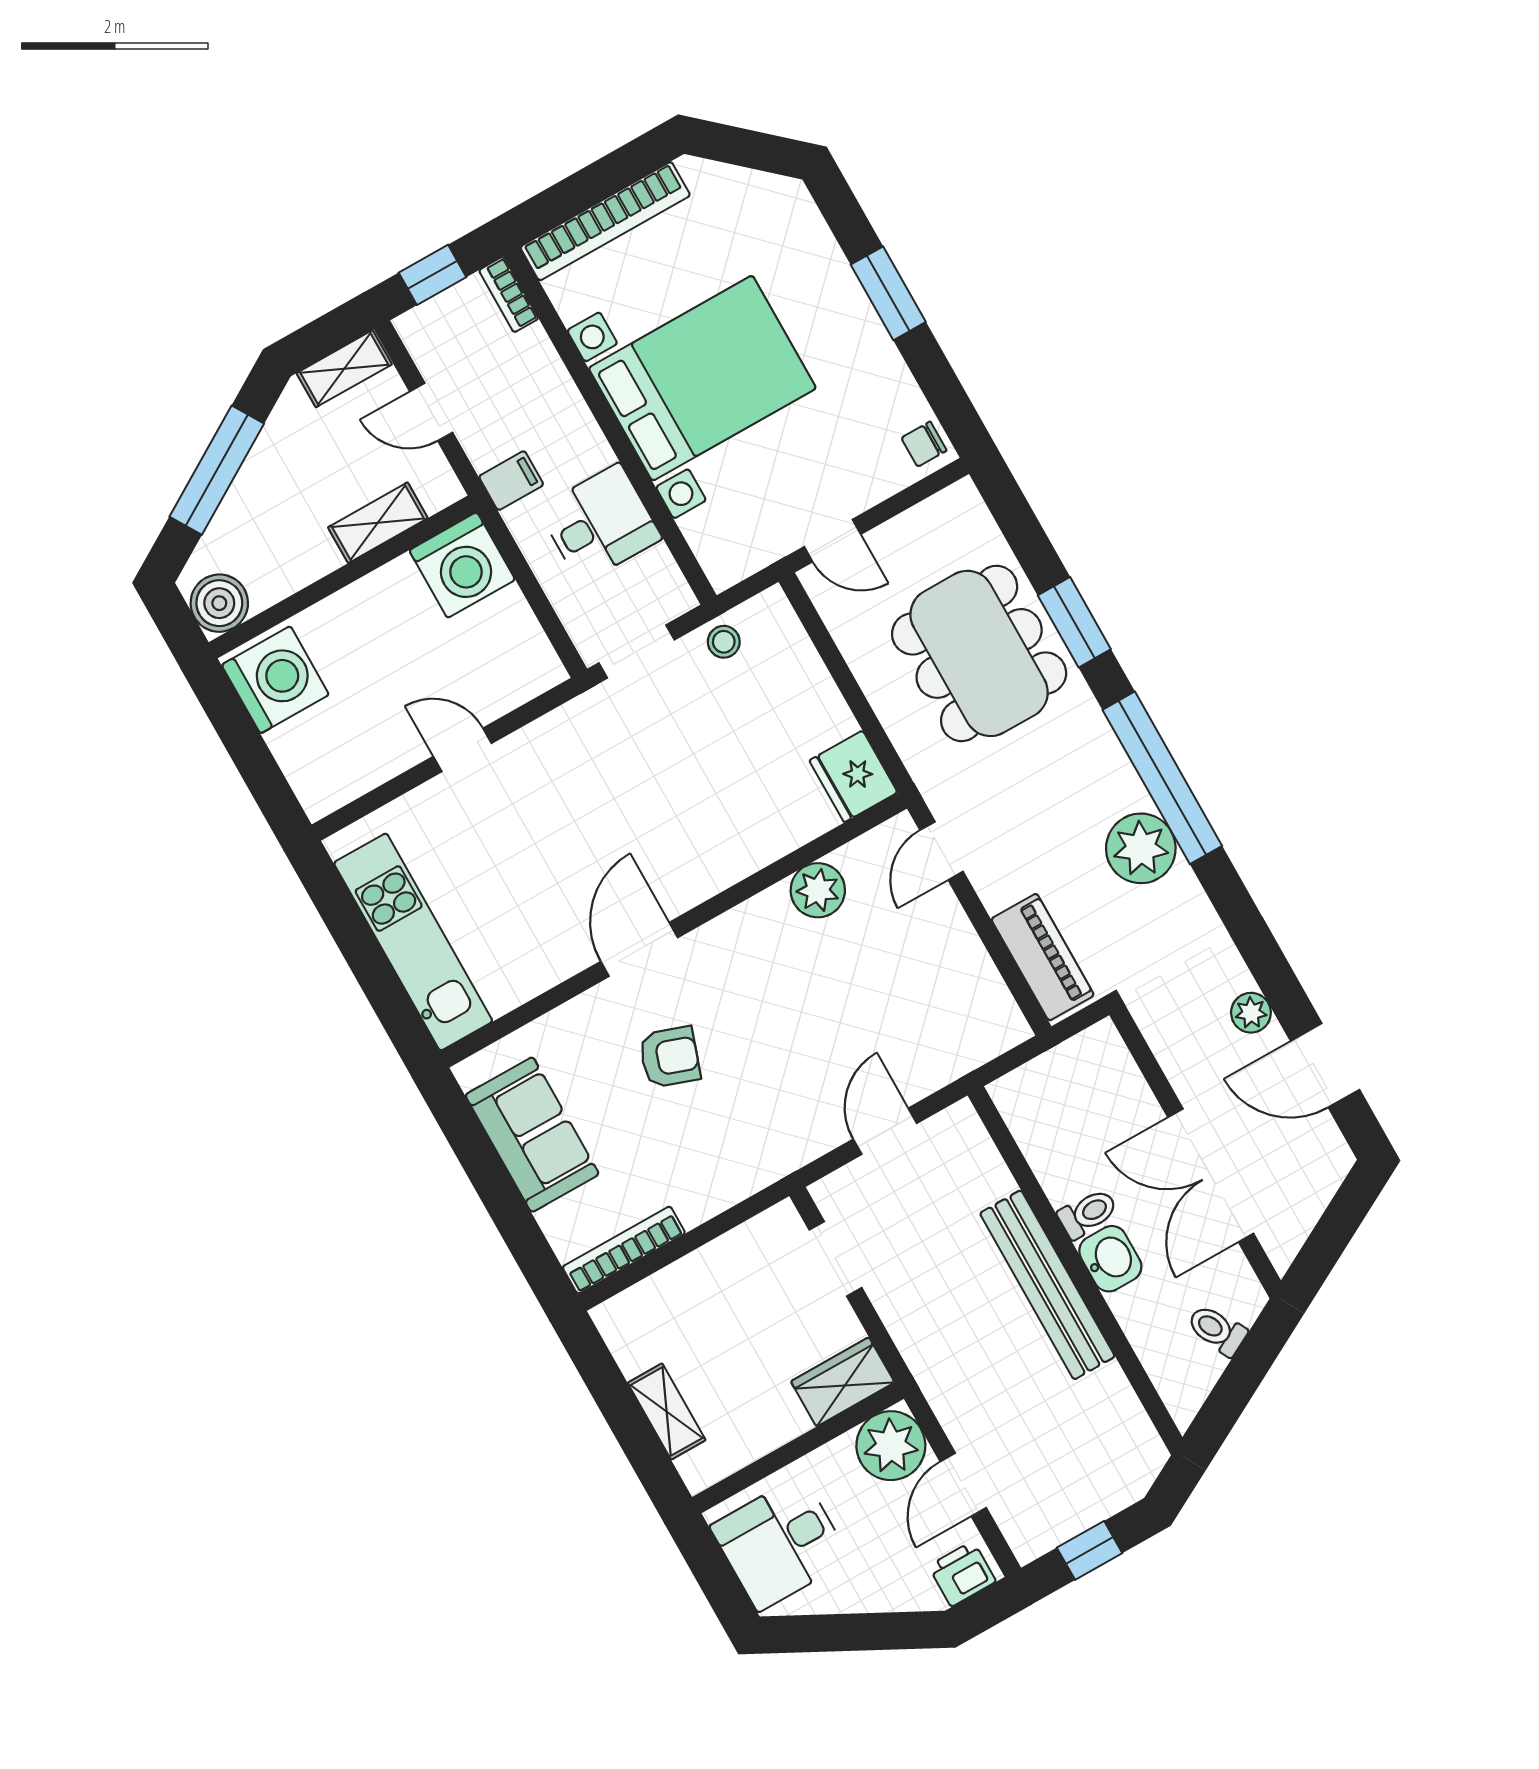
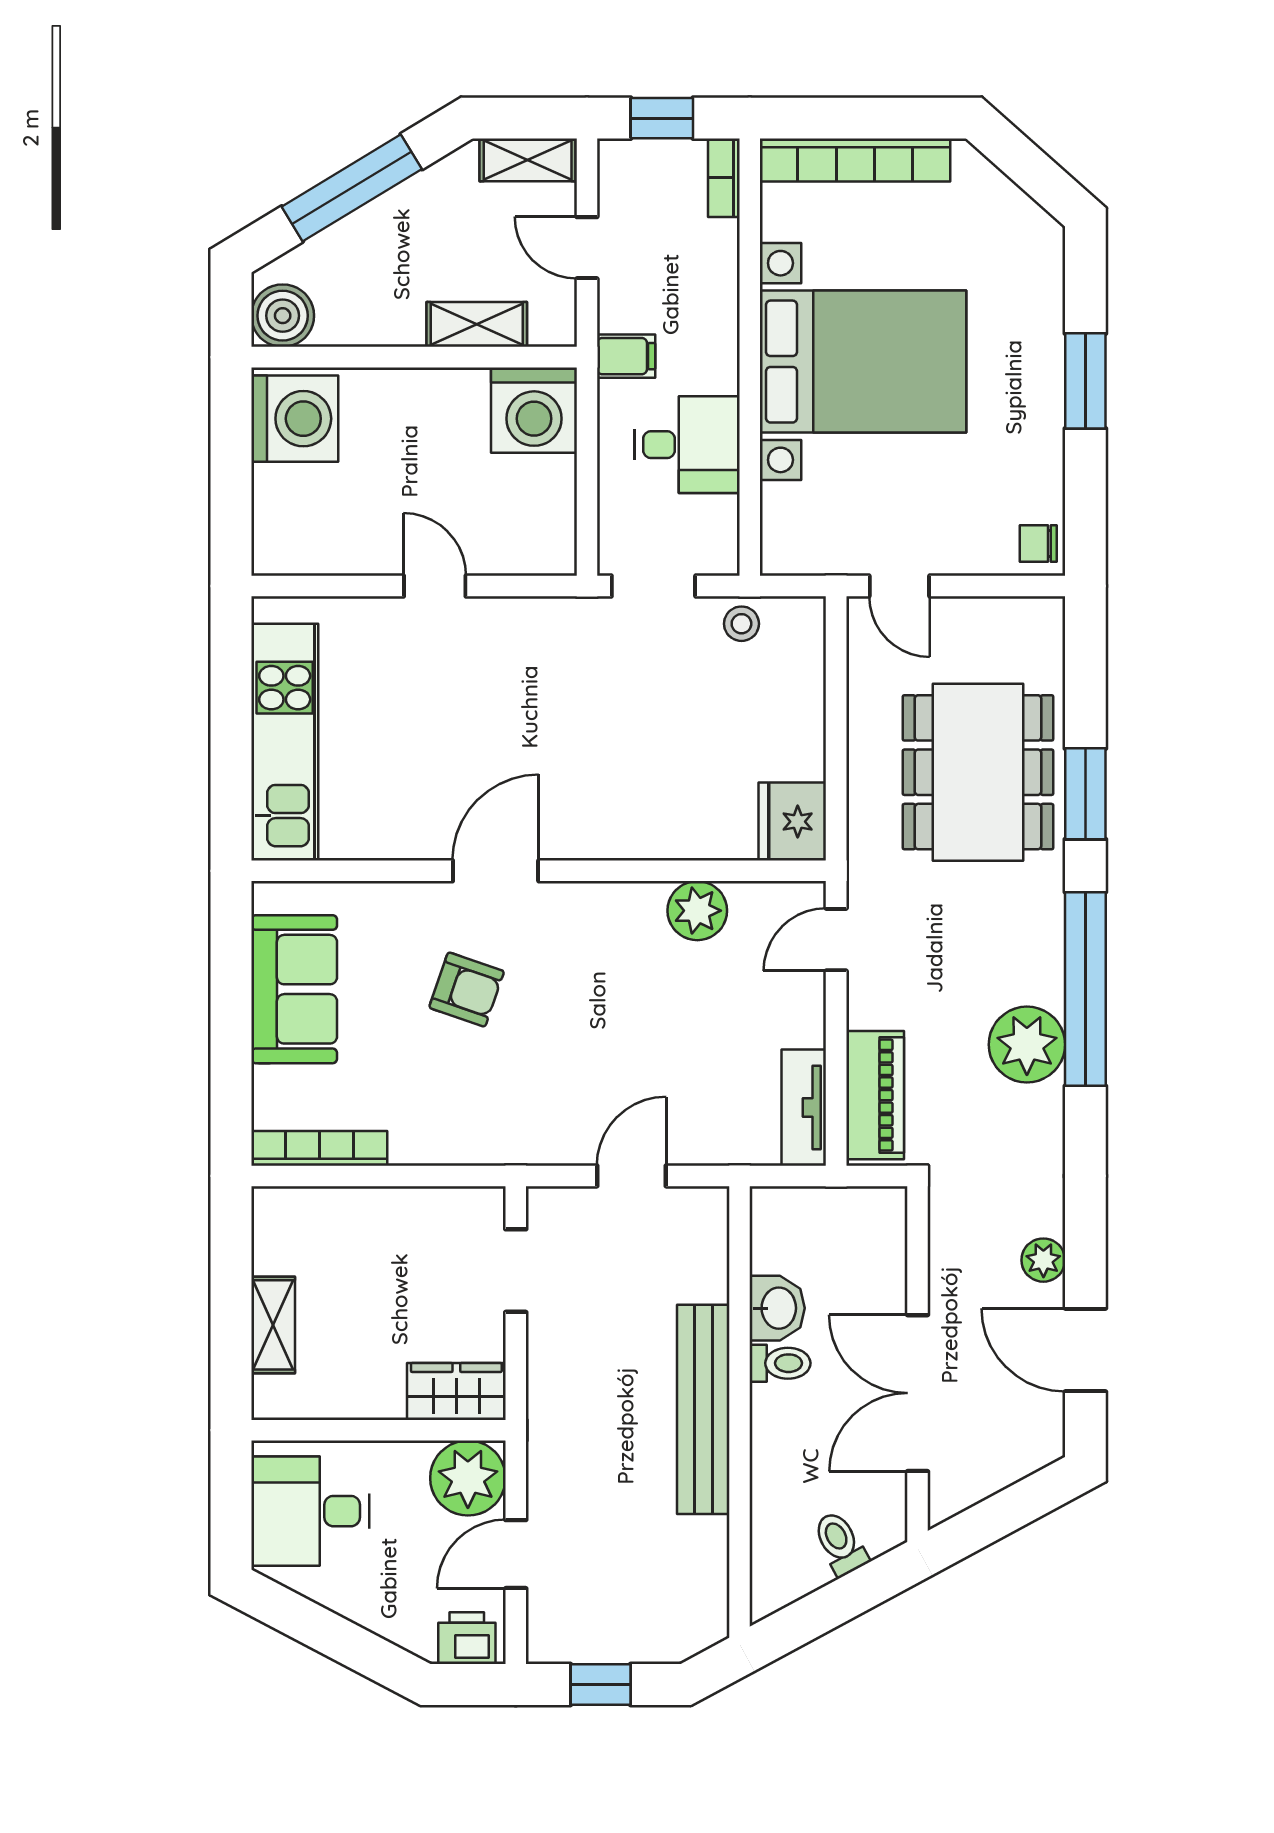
tv unit: (991, 999) -> (804, 1108), added
washbasin: (1110, 1259) -> (777, 1308), moved

